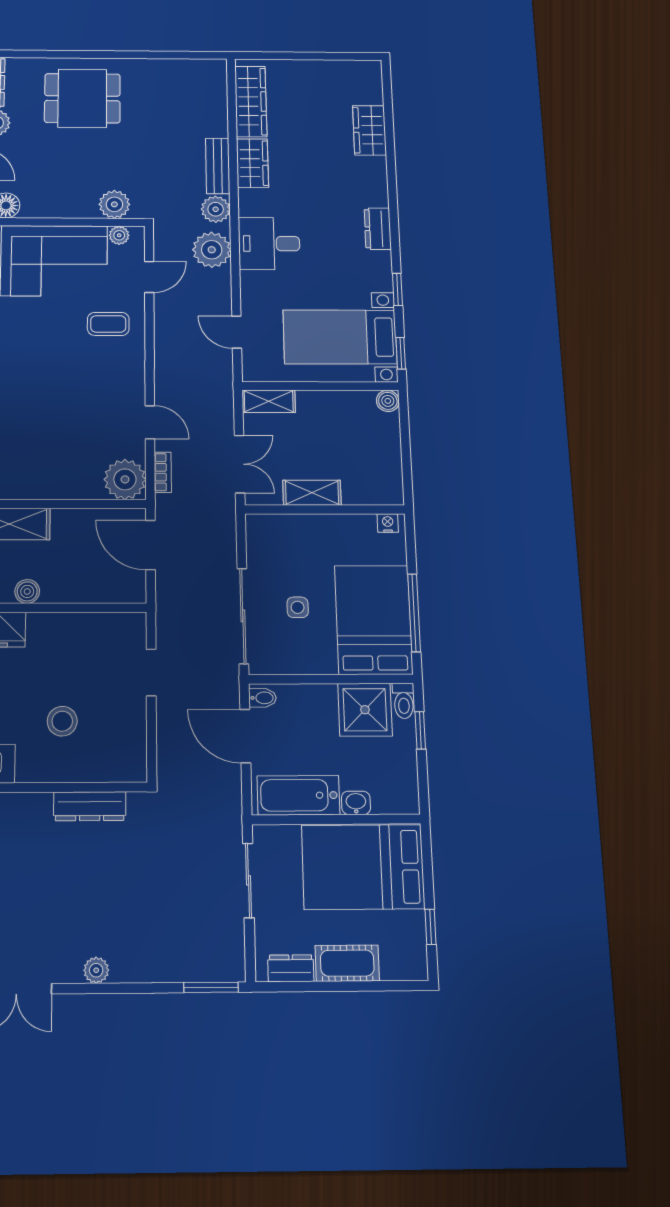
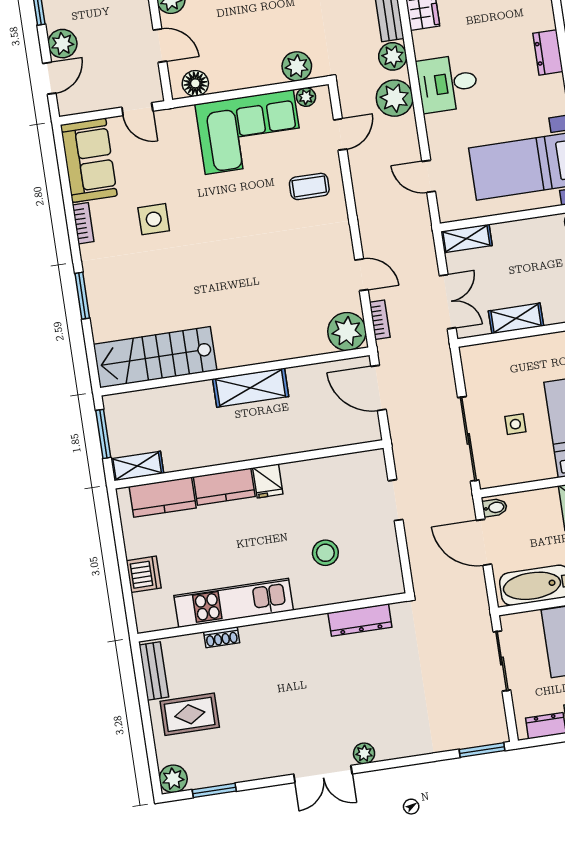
boiler: (27, 591) -> (277, 445), removed
plant: (96, 970) -> (364, 753), moved

